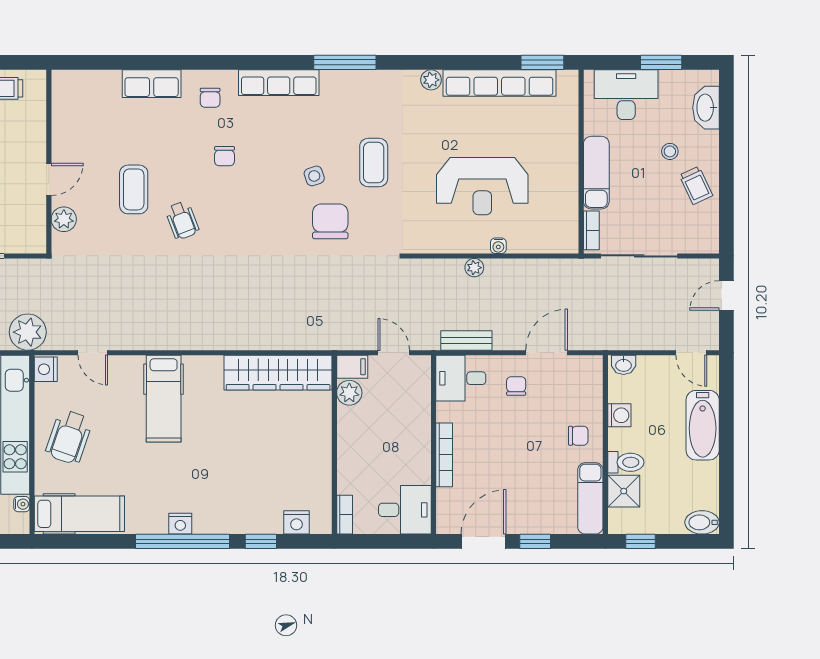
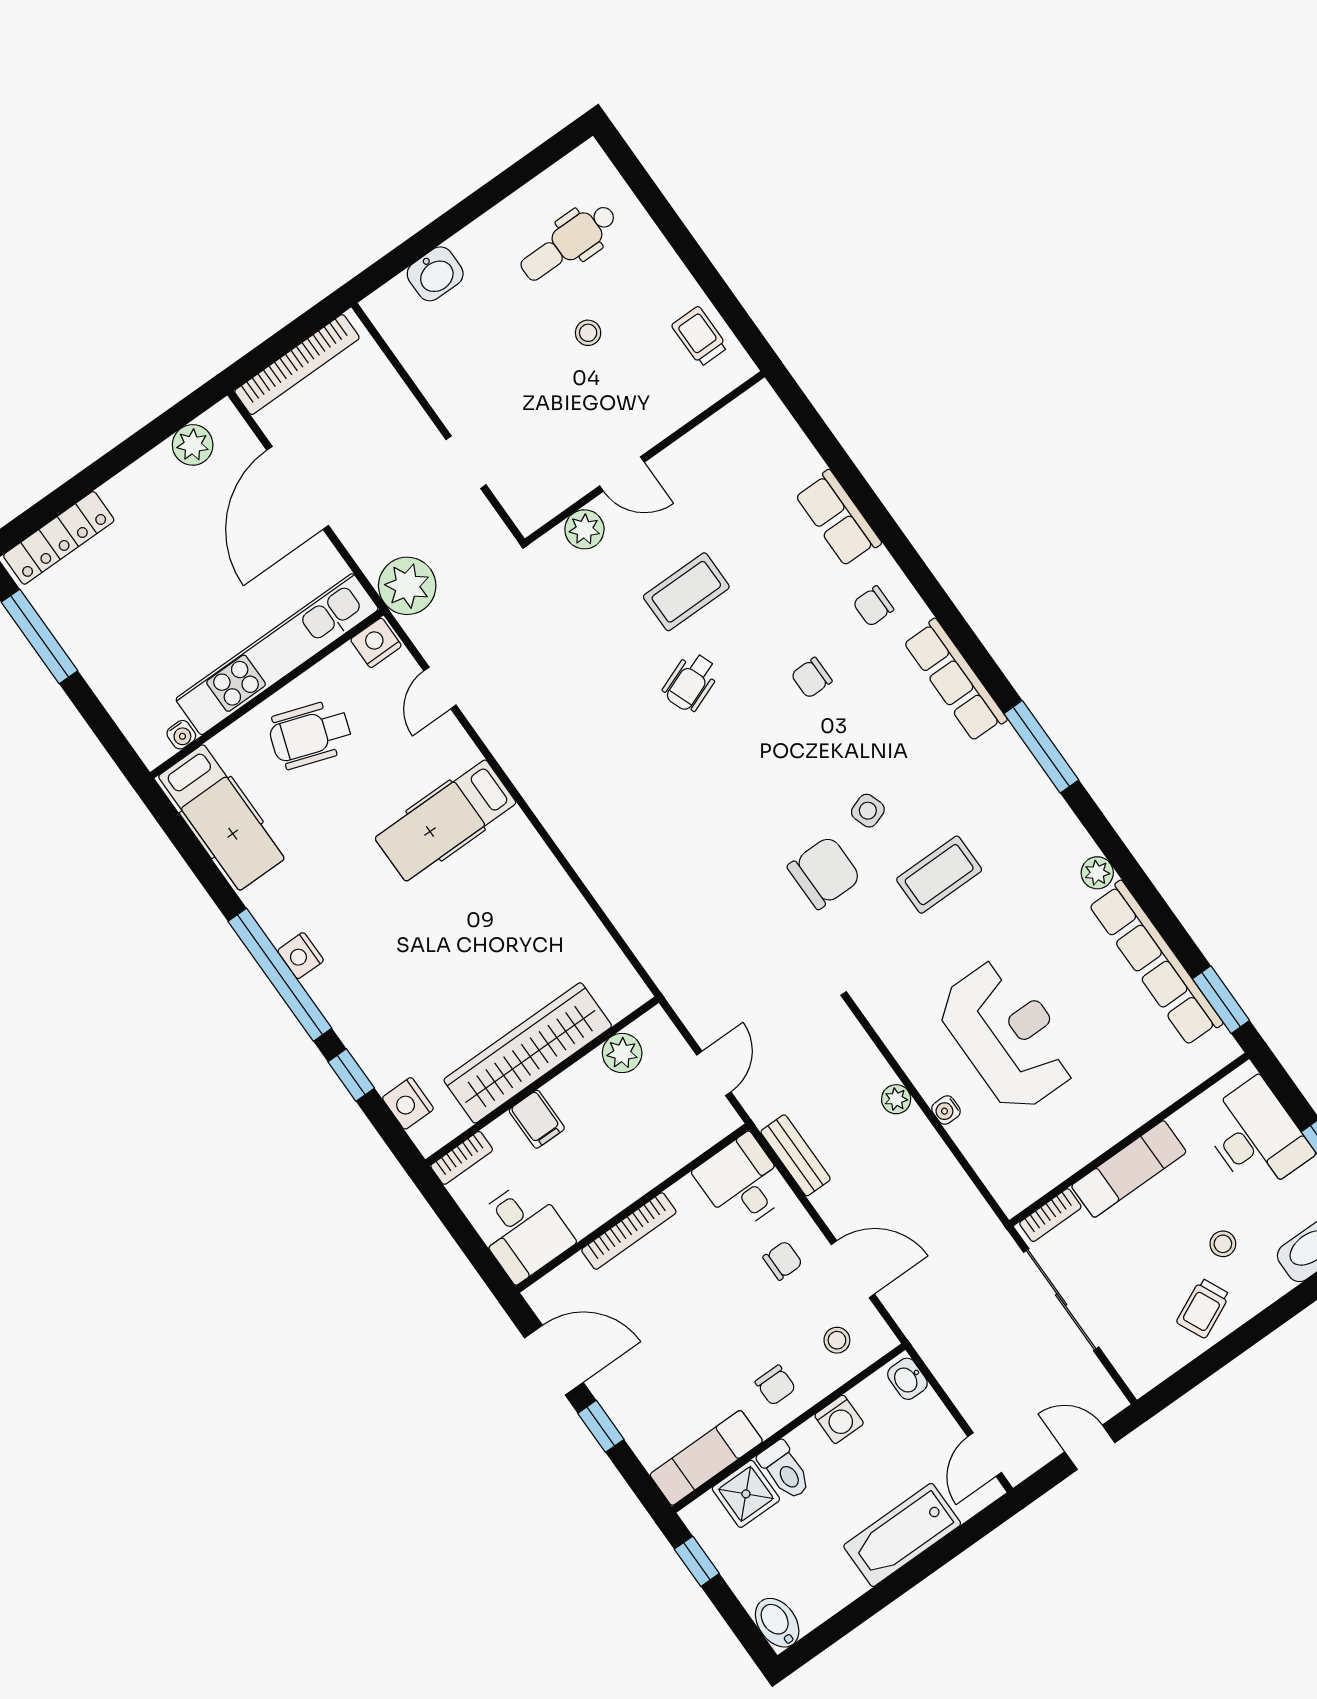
reception desk: (482, 186) -> (1008, 1035), turned 180
filing cabinet: (352, 367) -> (537, 1119), moved
wardrobe: (278, 373) -> (528, 1053), moved, turned 90
stool: (578, 387) -> (837, 1340), added

